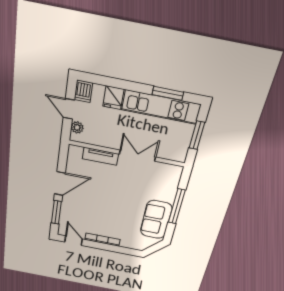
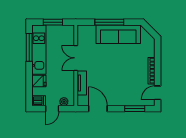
window: (168, 93) -> (29, 47), width x1.44
door: (60, 183) -> (98, 109), moved
sofa: (156, 220) -> (118, 34), width x1.36

